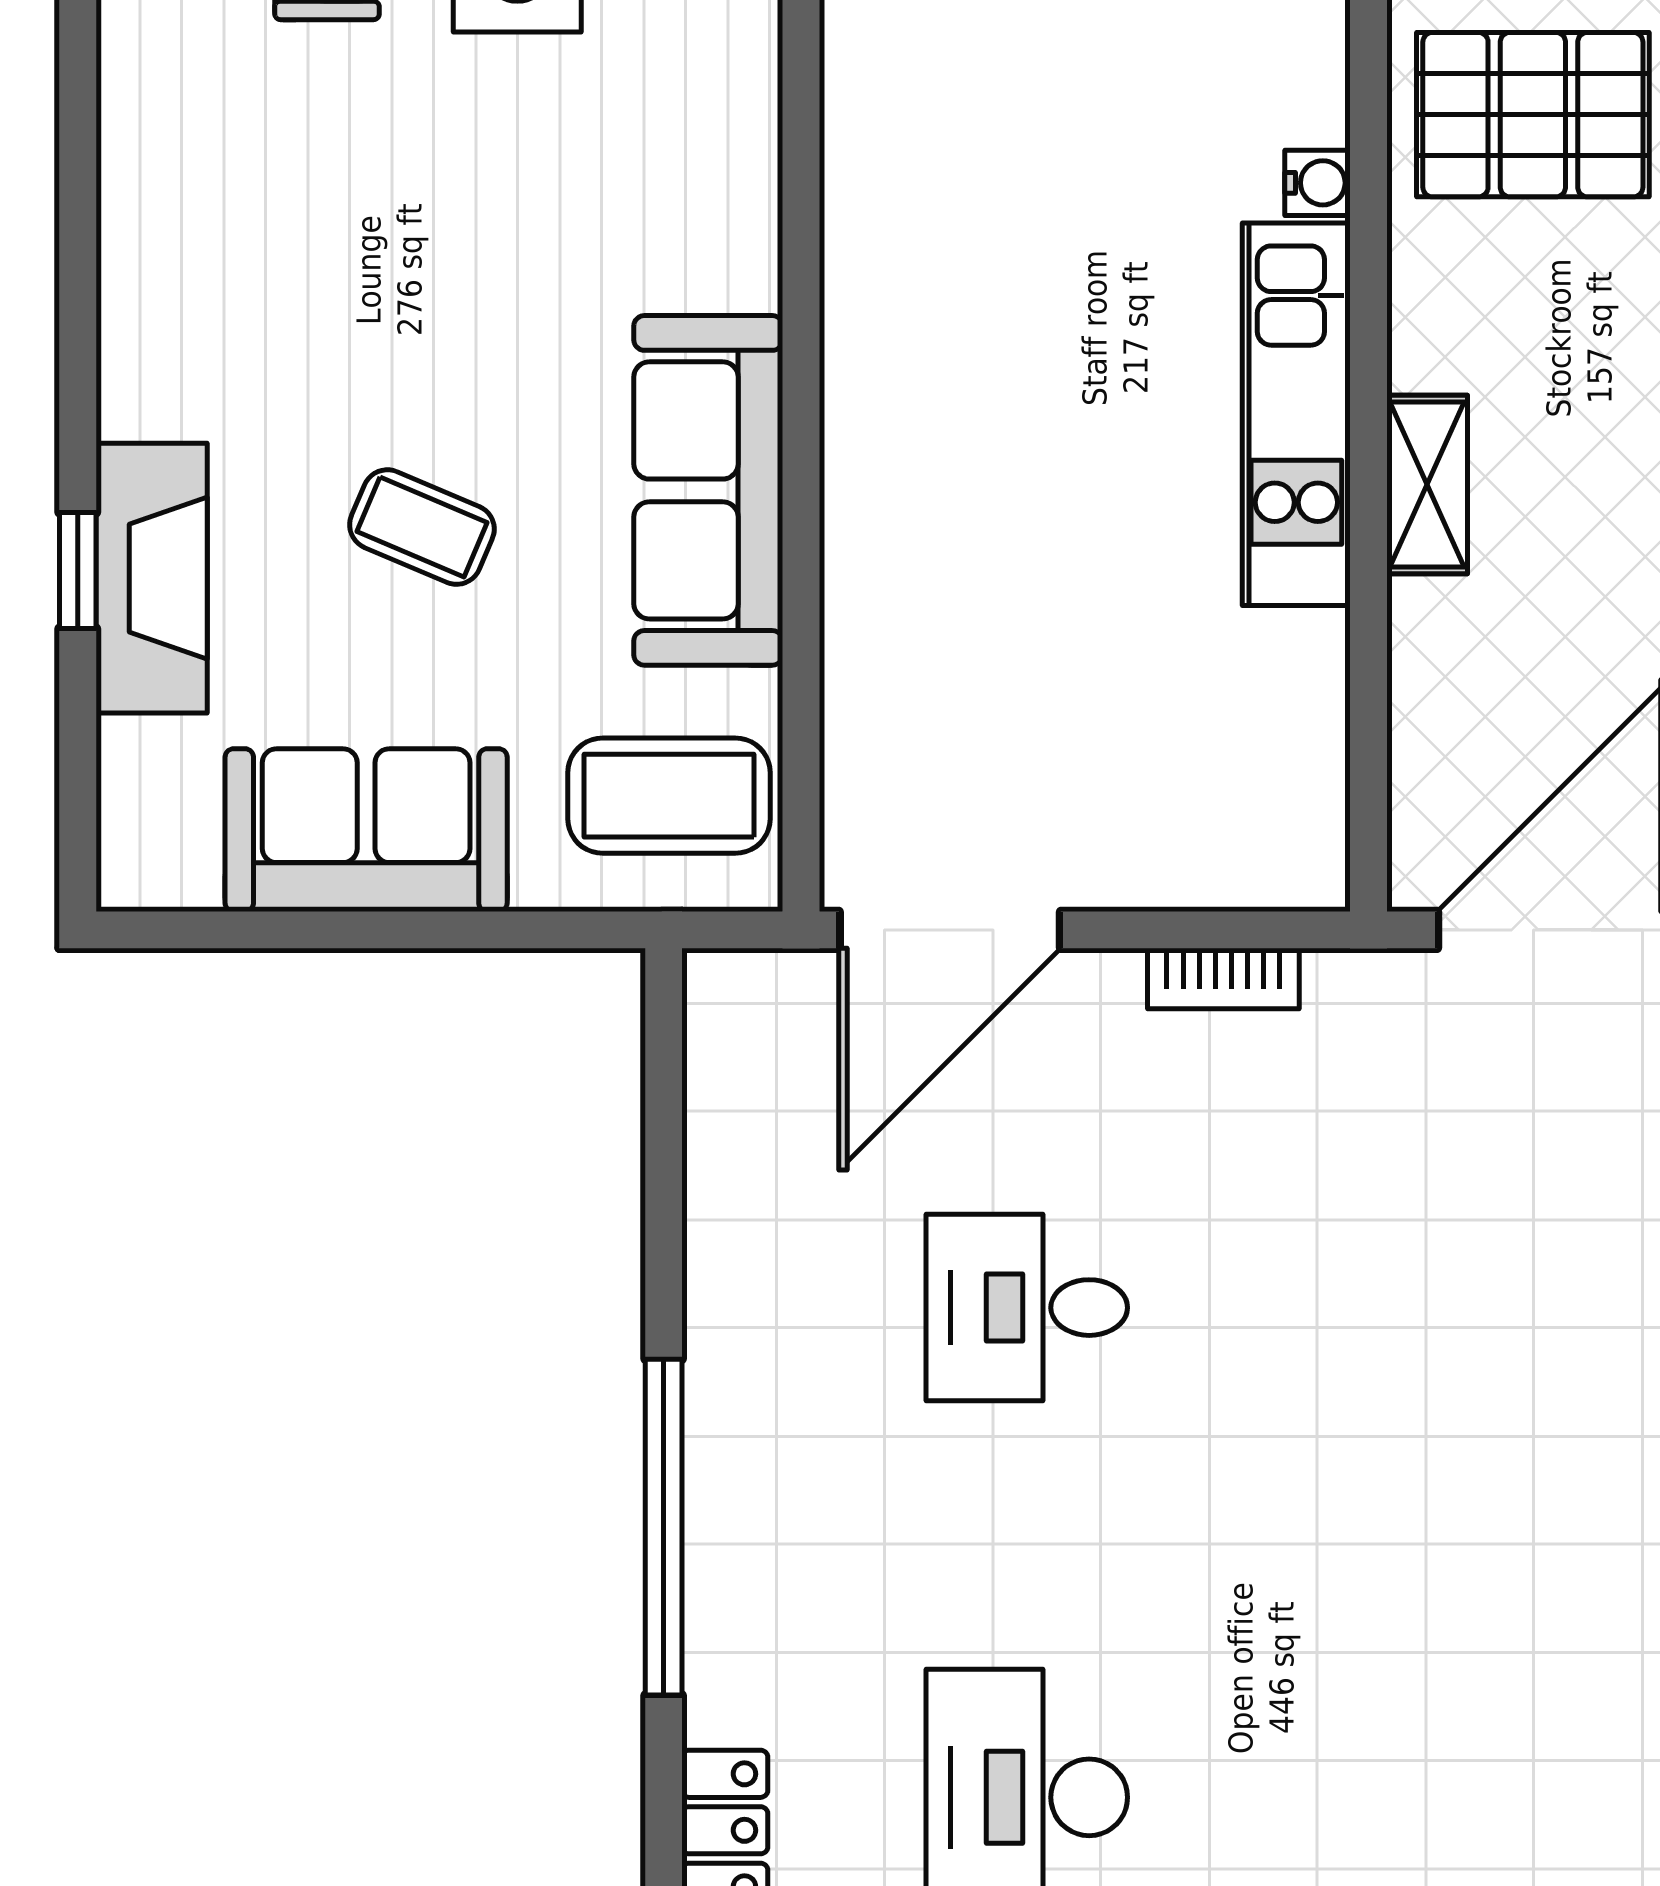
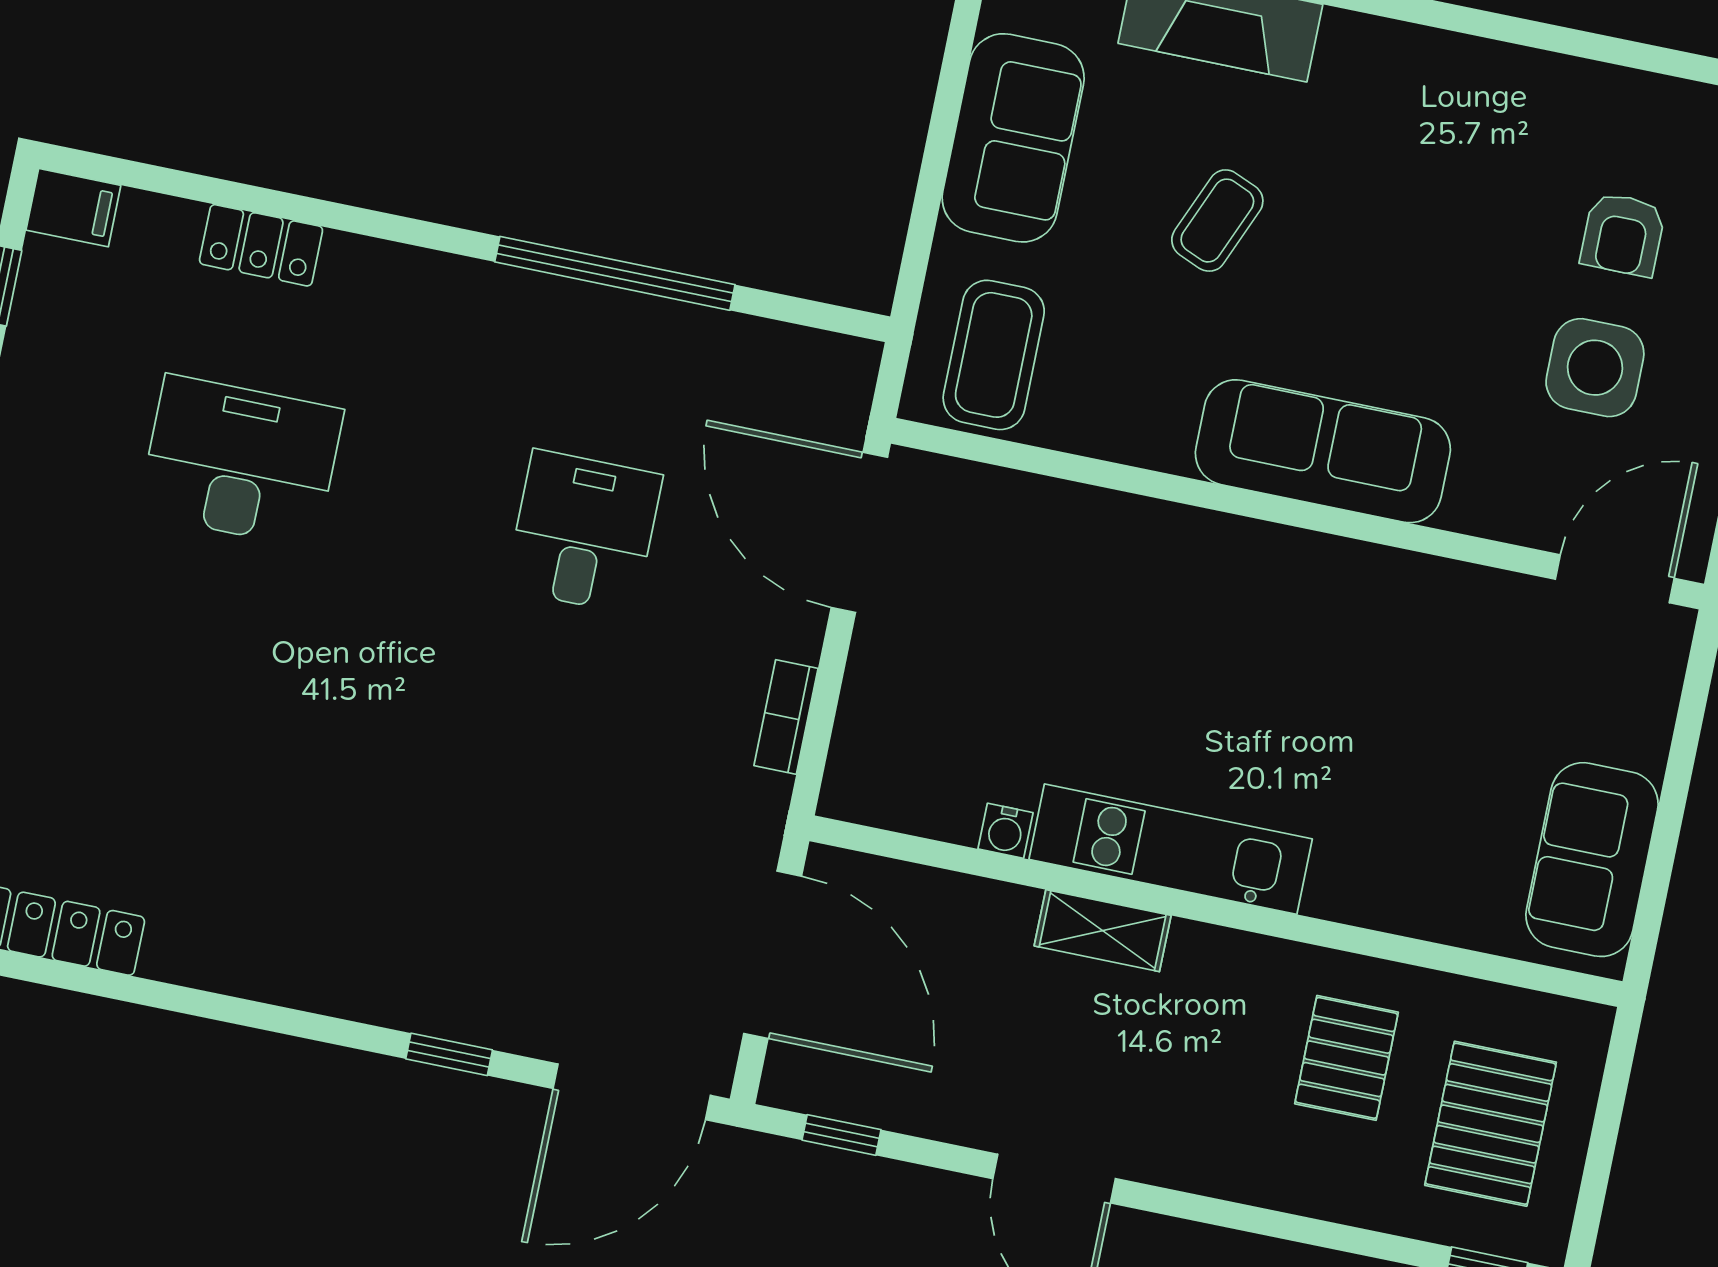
pallet: (1533, 115) -> (1346, 1058), width x0.67, depth x0.71
water cooler: (1318, 183) -> (1006, 831), moved
sofa: (708, 490) -> (1323, 451), moved
window: (664, 1527) -> (615, 273), moved

